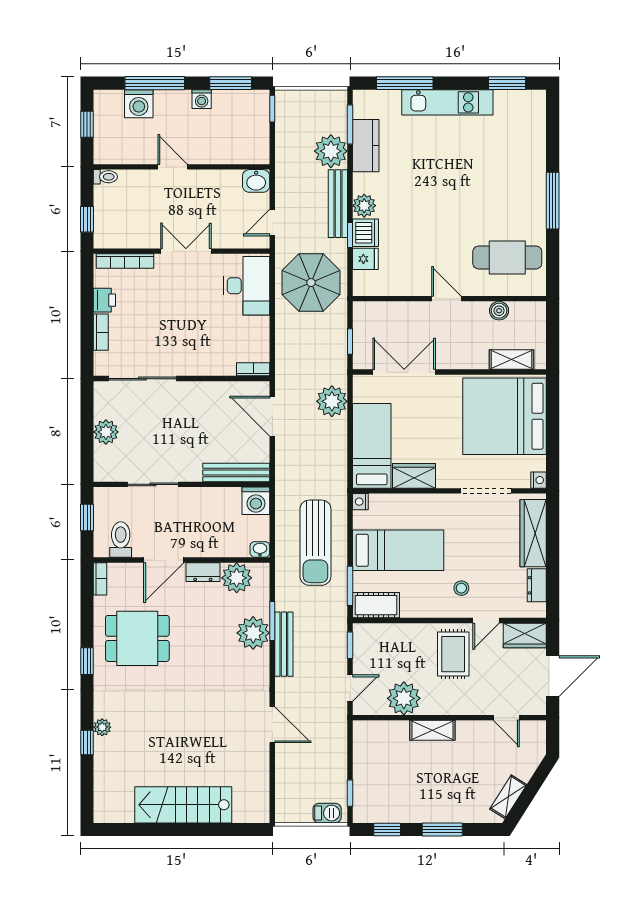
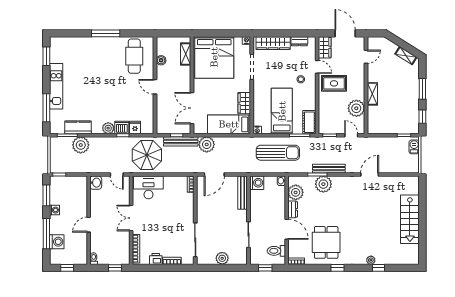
bench: (338, 204) -> (181, 141), moved
door: (446, 299) -> (155, 87), hinge flipped

